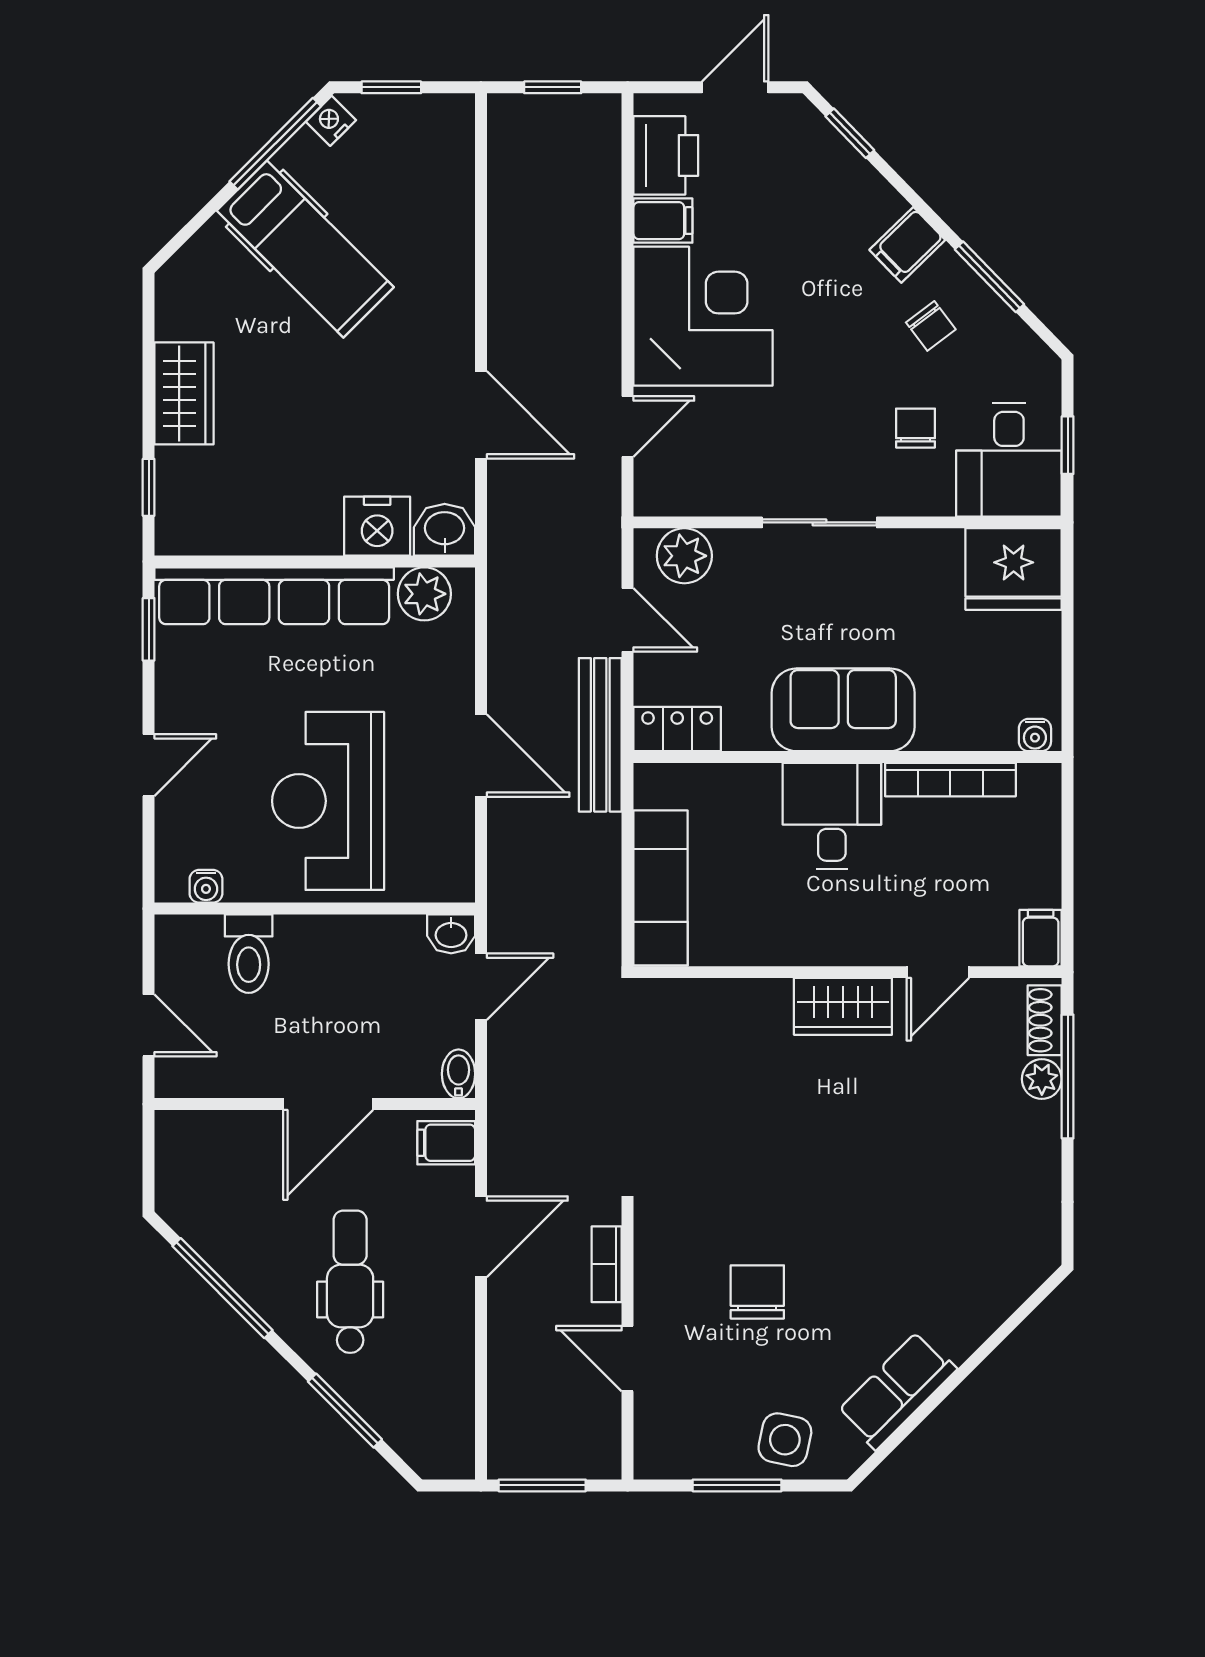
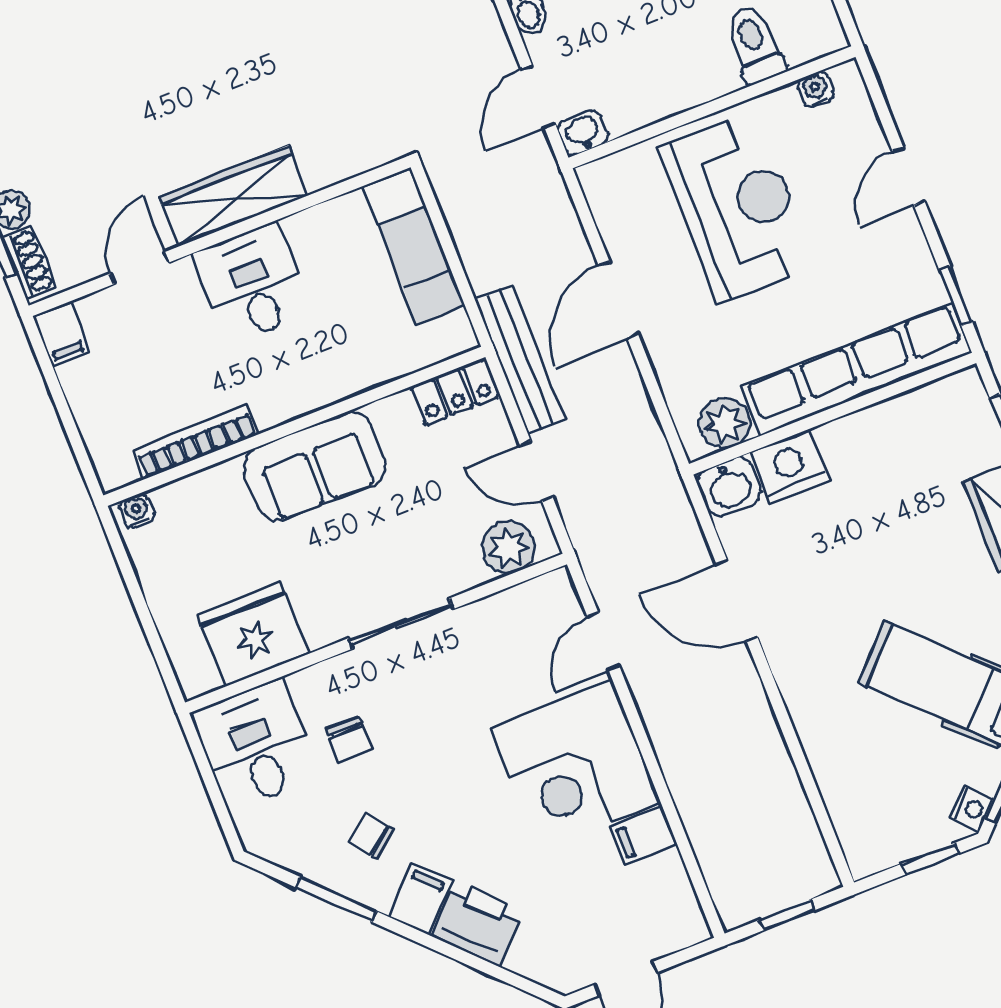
window: (850, 133) -> (509, 978), removed
printer: (666, 155) -> (478, 923), moved, turned 136
window: (1068, 445) -> (209, 778), removed
fridge: (1014, 569) -> (253, 634), moved
door: (481, 756) -> (618, 300), hinge flipped
desk: (832, 816) -> (253, 284), moved, turned 180
wardrobe: (843, 1006) -> (233, 196), width x1.50

